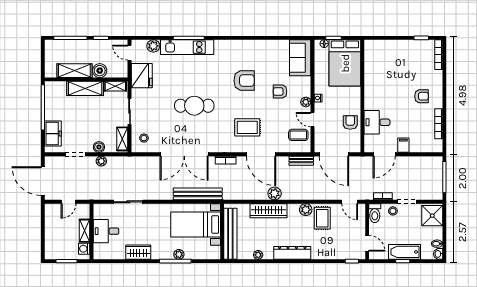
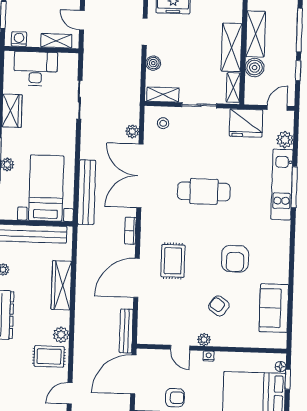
sofa: (300, 58) -> (274, 308), moved, turned -90
armchair: (280, 91) -> (219, 306), turned -55
cafe table: (194, 106) -> (204, 191), turned 90
door: (312, 120) -> (180, 348), swing flipped
coffee table: (298, 135) -> (161, 328), removed
plant: (101, 161) -> (132, 131), moved
bench: (301, 161) -> (126, 331), width x1.36
plant: (275, 193) -> (84, 294), removed
shelving: (85, 231) -> (56, 41), moved
desk: (106, 231) -> (36, 69), width x1.37

